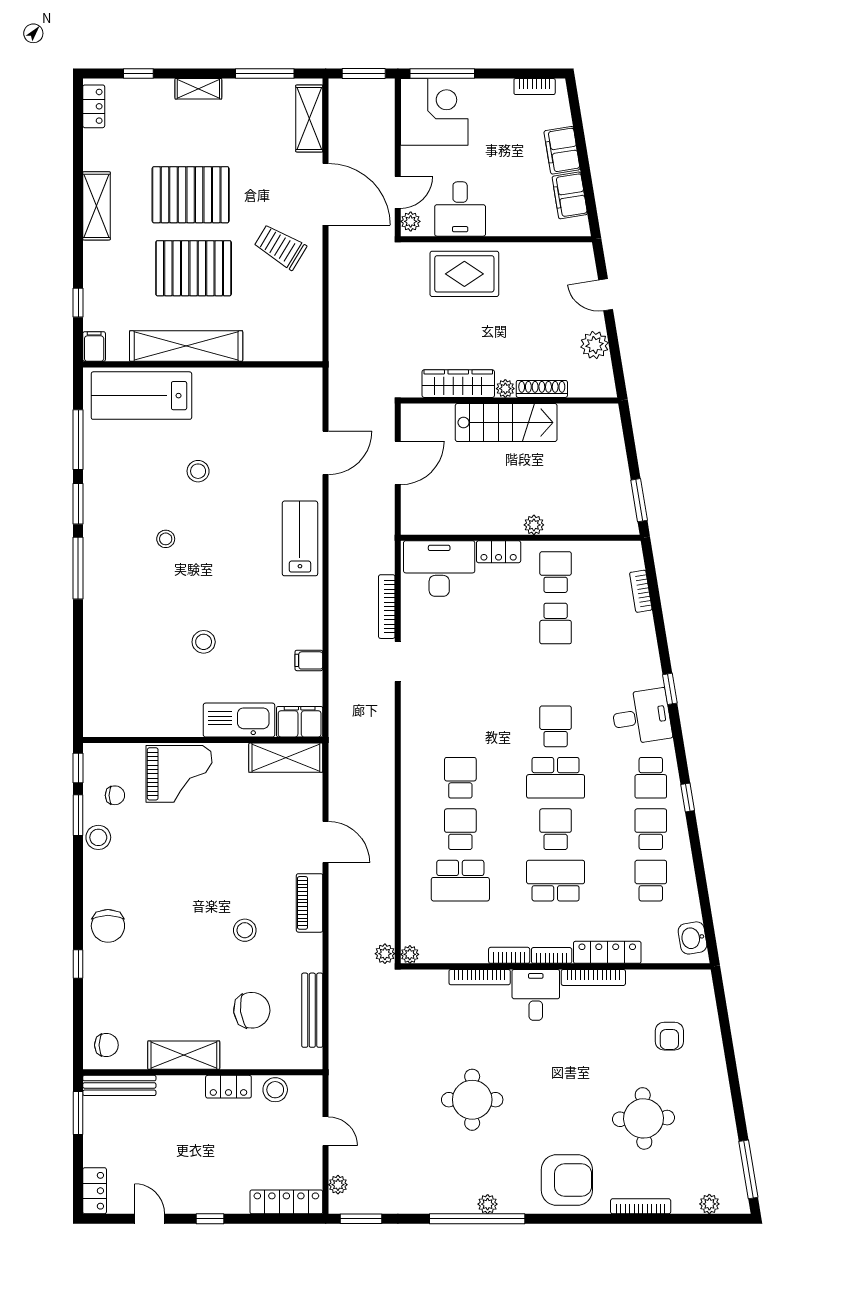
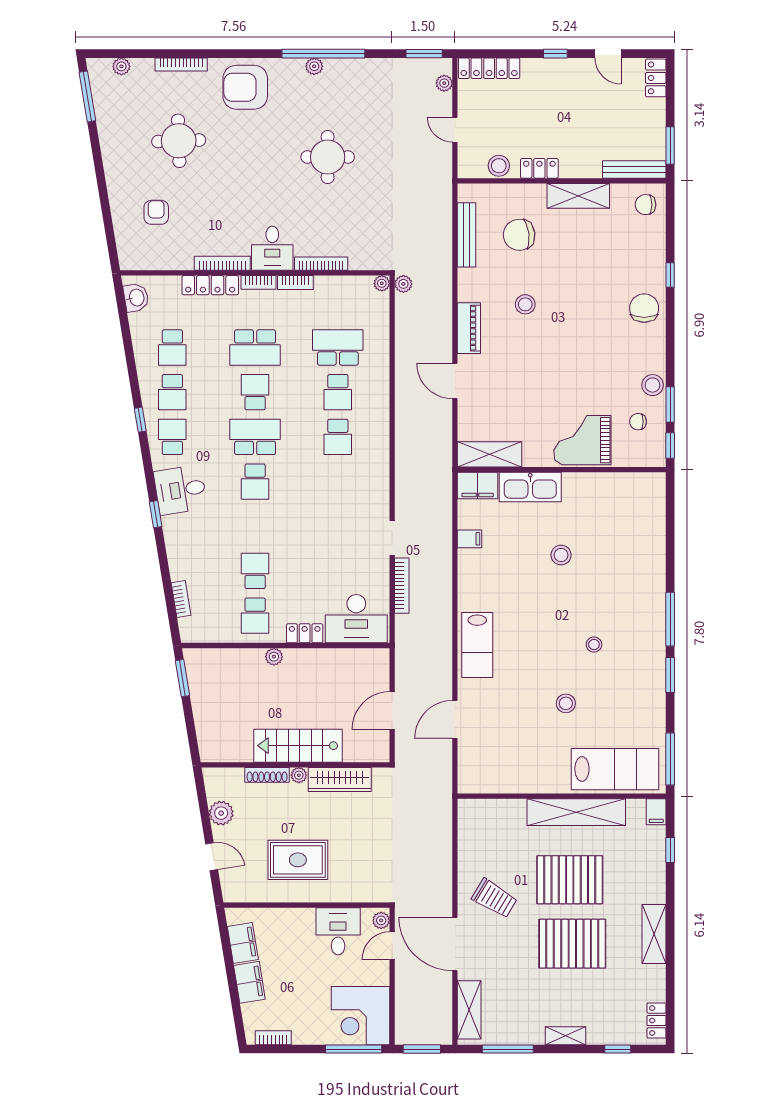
rug: (464, 274) -> (298, 860), moved
window: (78, 440) -> (670, 759), moved
school desk: (556, 829) -> (255, 392), turned 180

